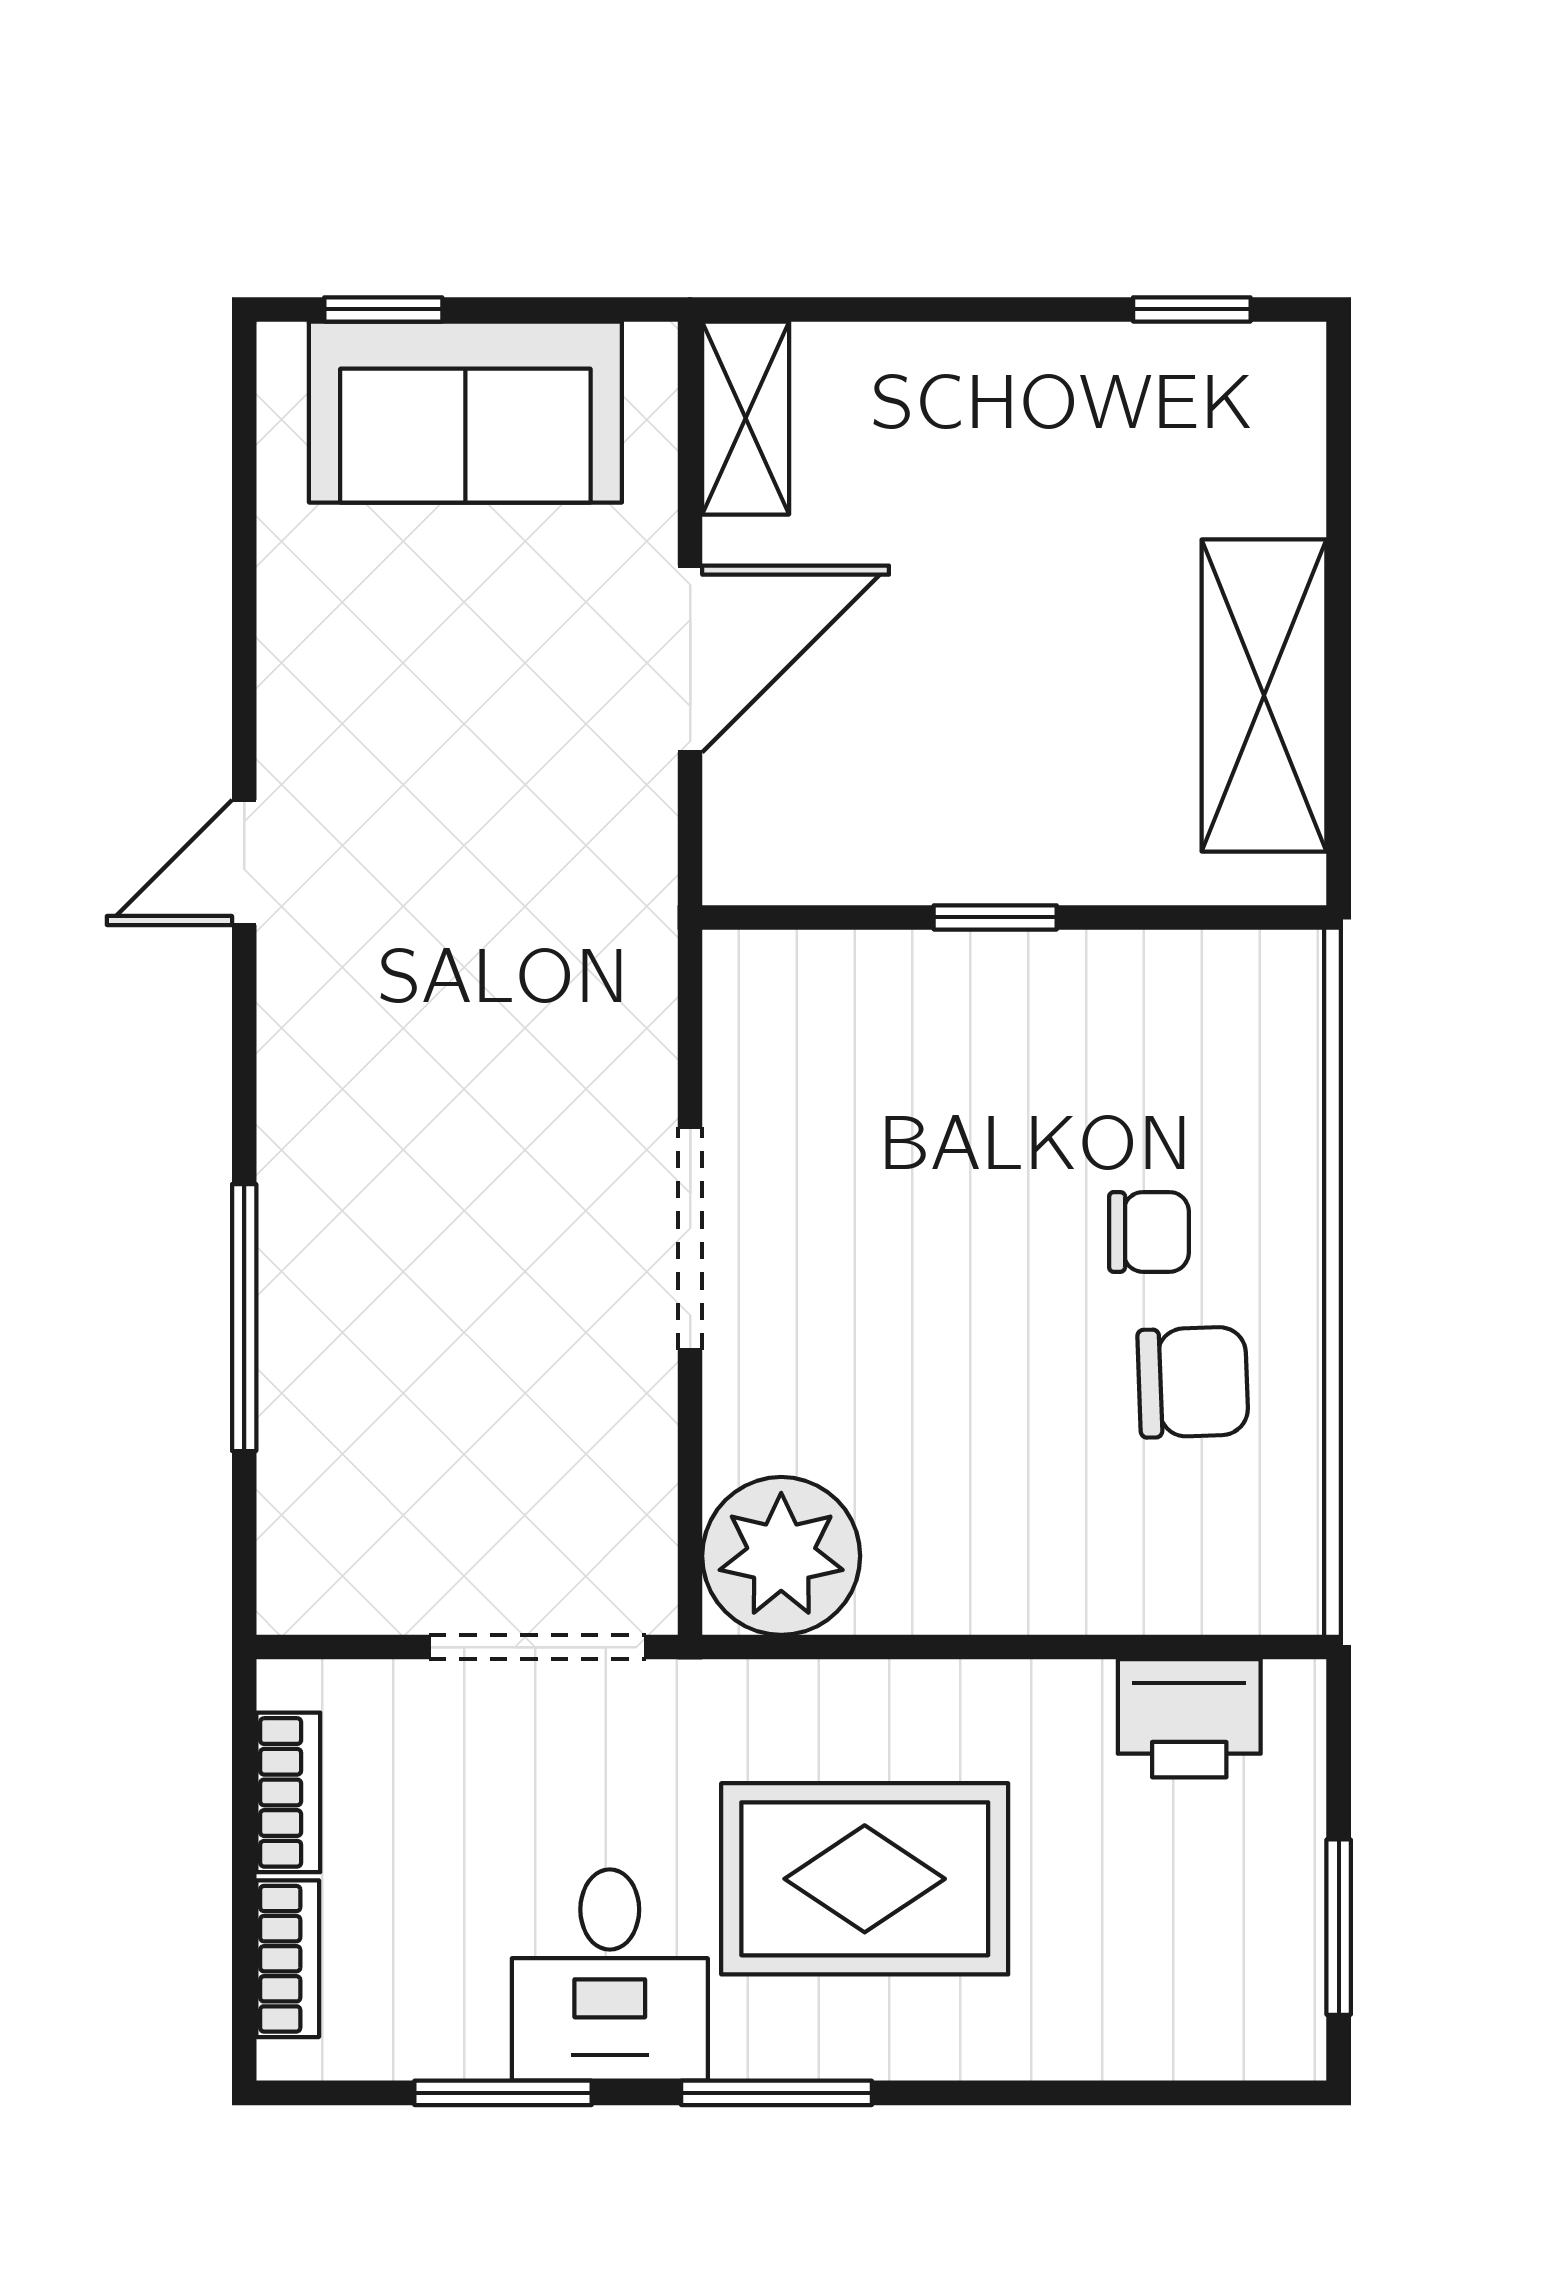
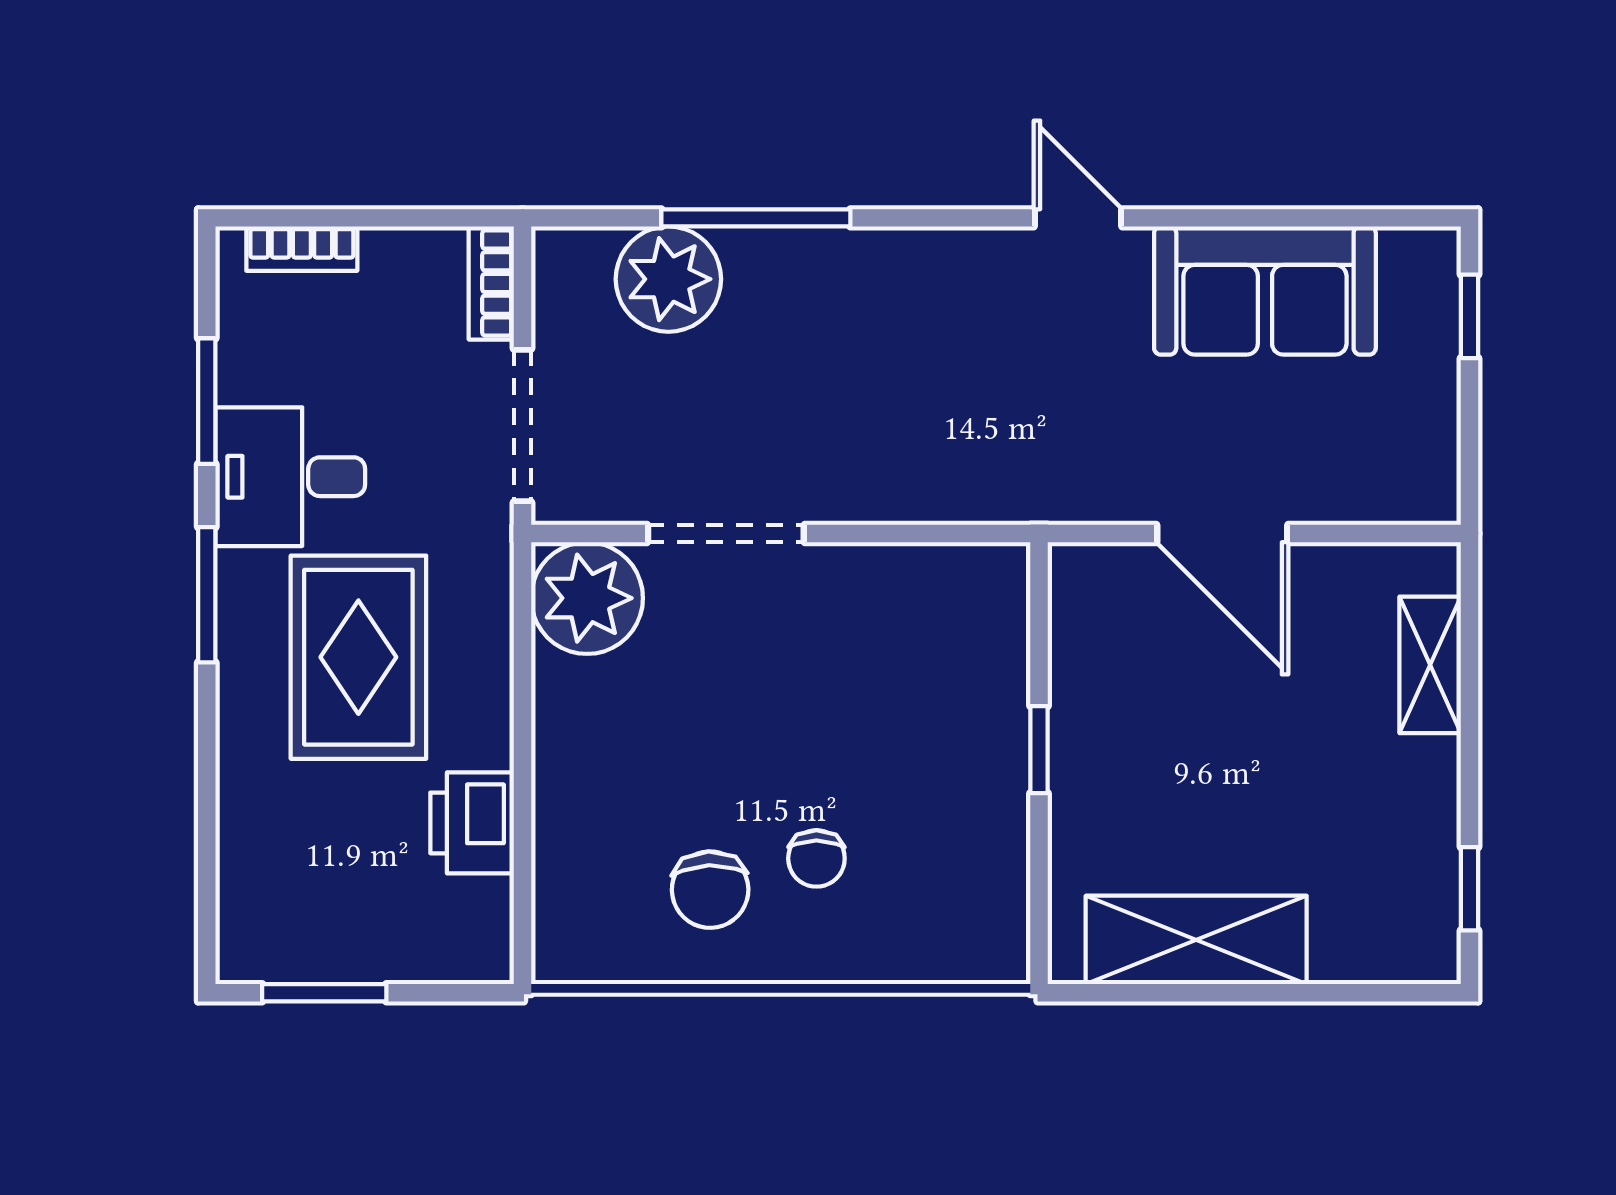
sofa: (465, 412) -> (1265, 291), moved, turned -90
shelving: (746, 418) -> (1430, 665), moved, turned 90
doorway: (690, 1239) -> (726, 534), moved
plant: (331, 1441) -> (668, 279), added
printer: (1189, 1718) -> (472, 823), moved
bookcase: (288, 1792) -> (491, 283), moved, turned 90

